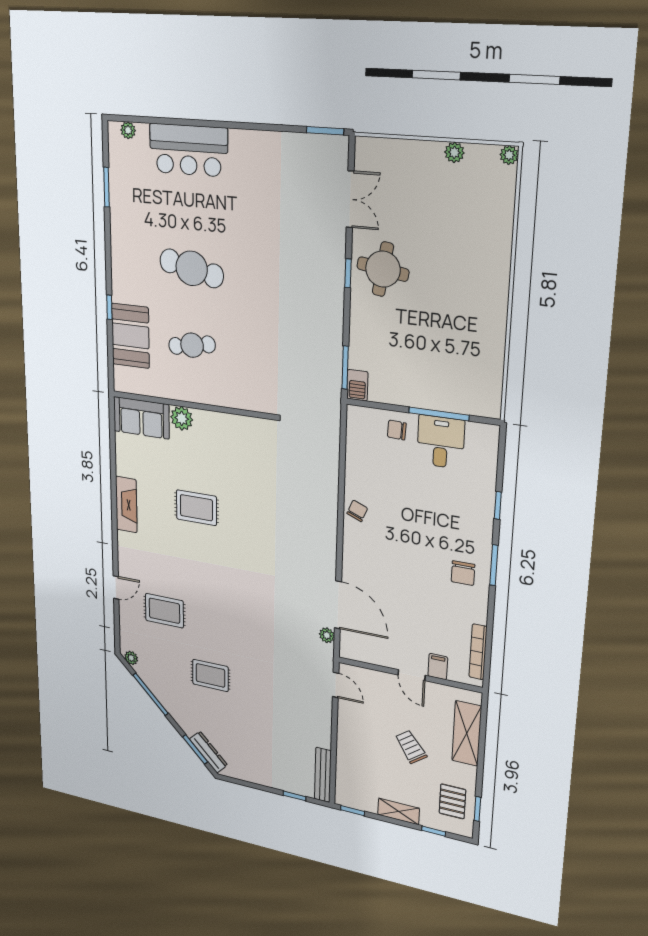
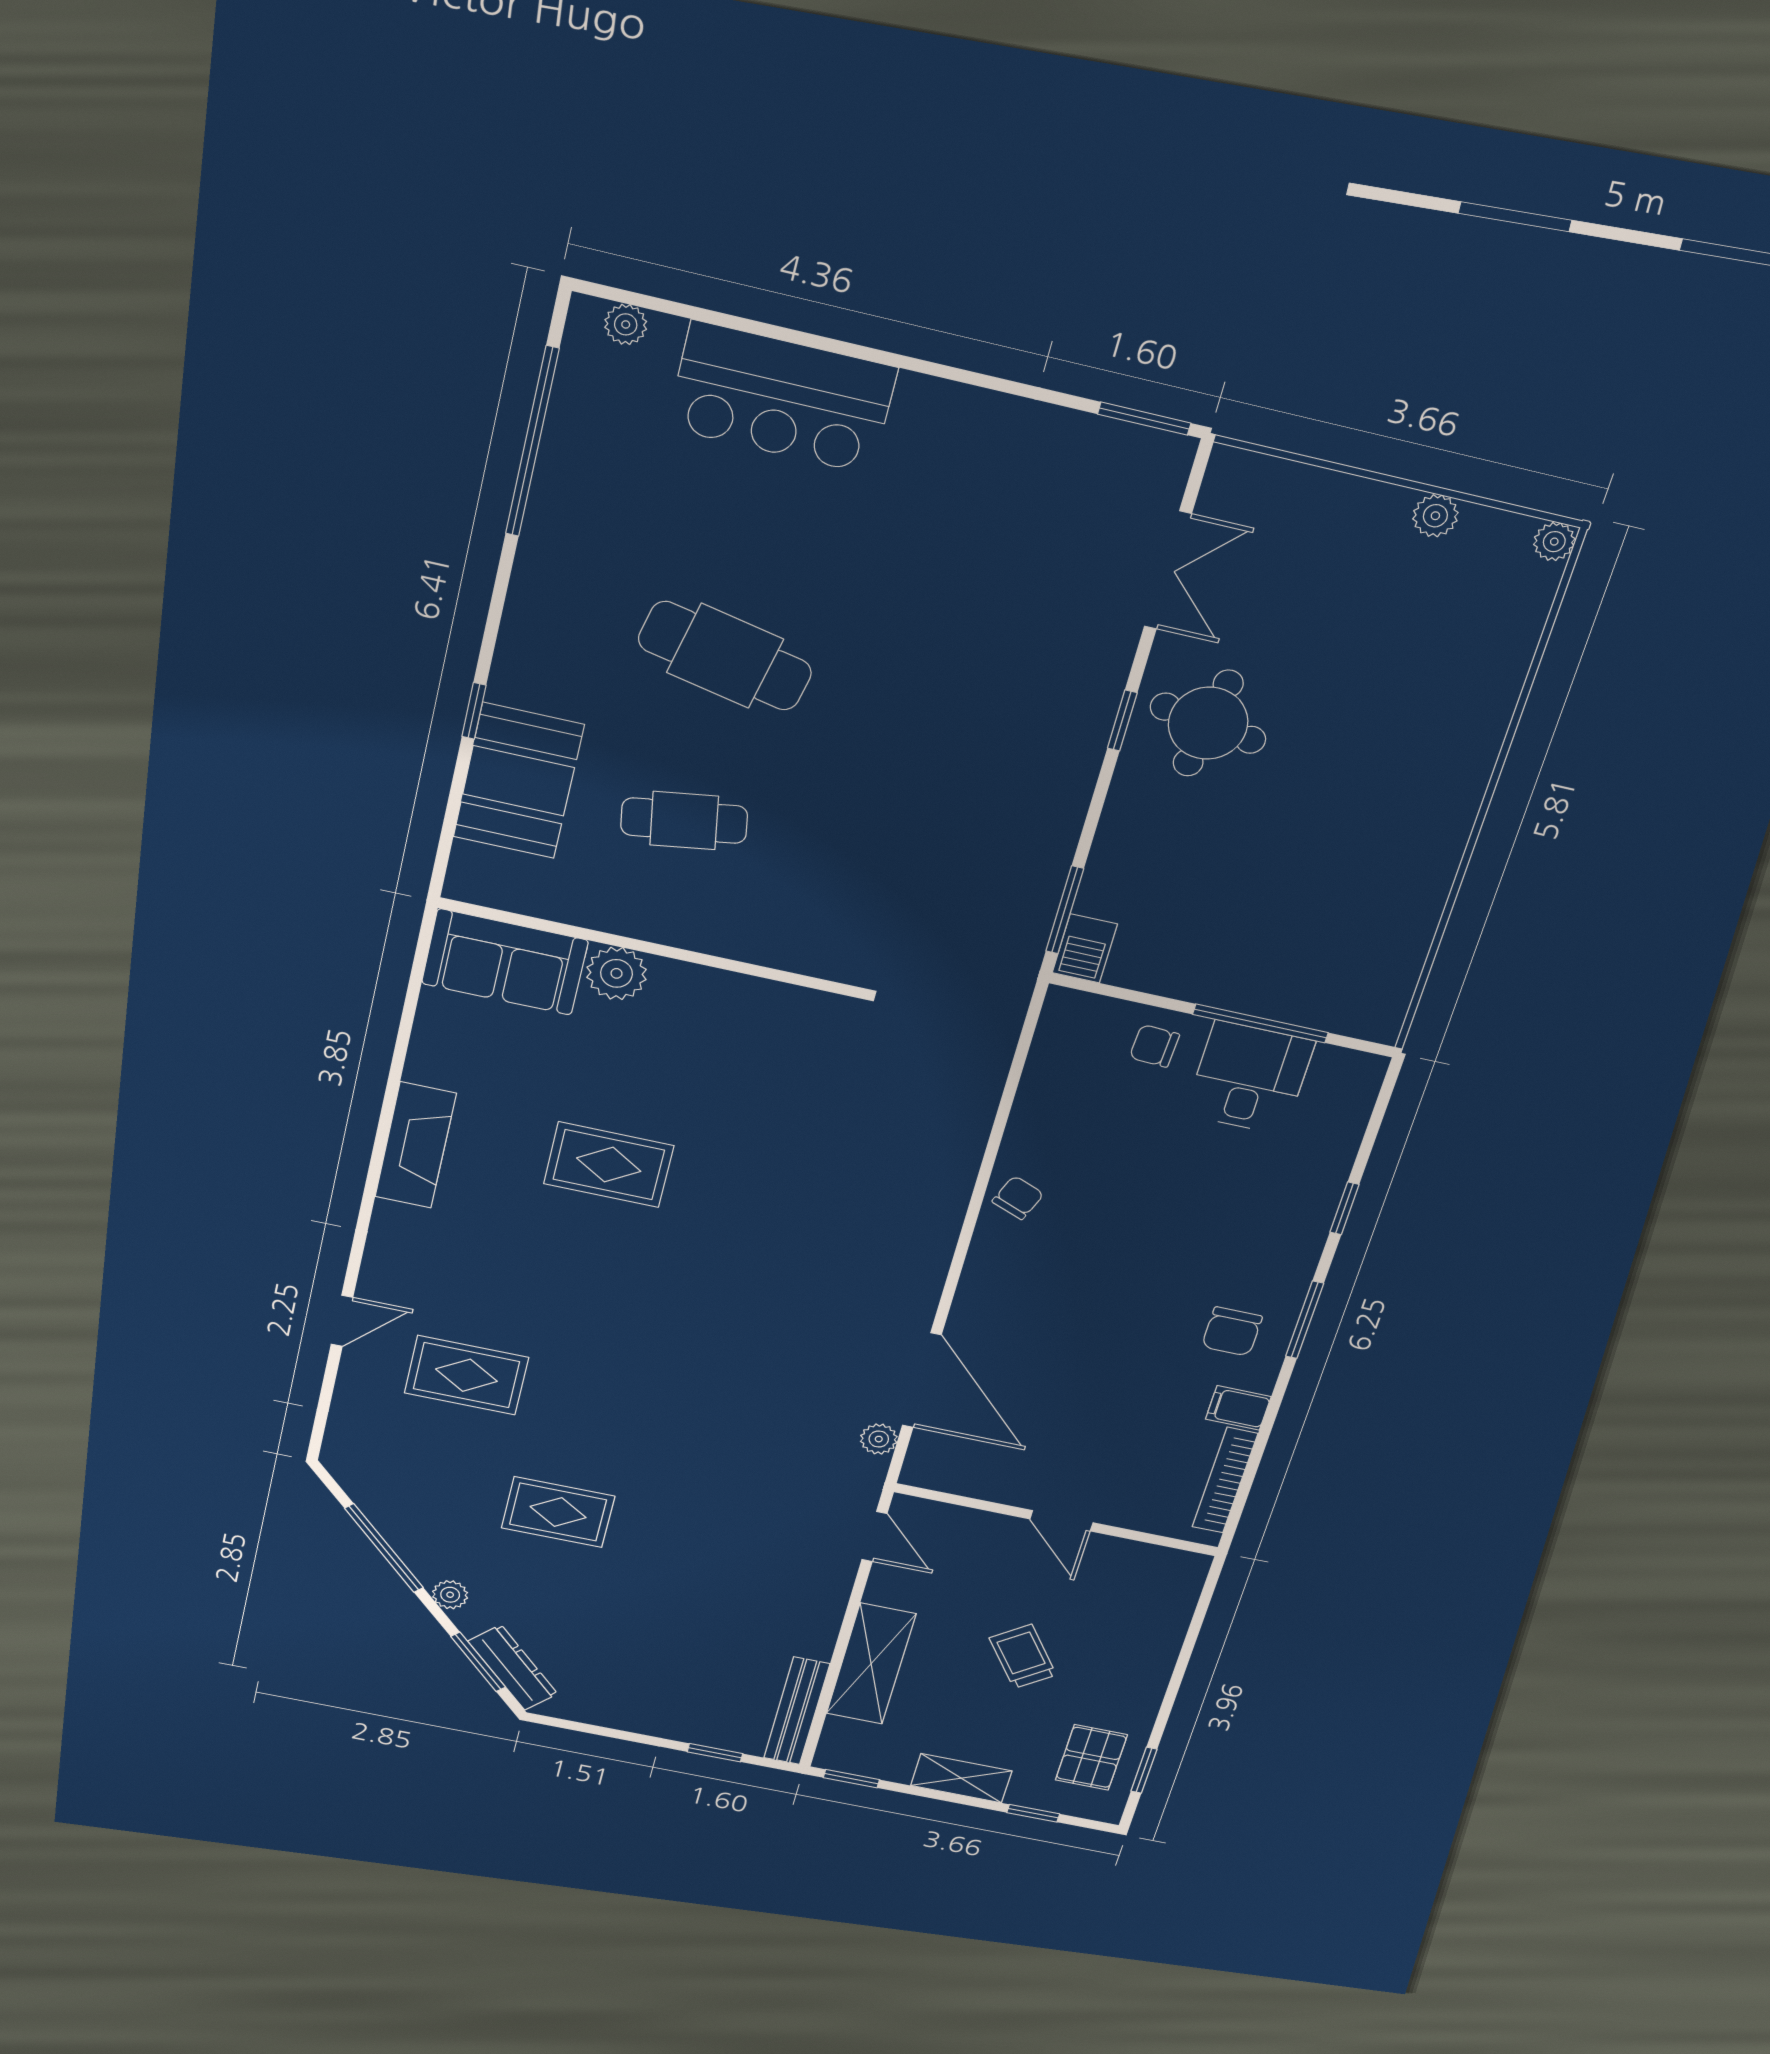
window: (107, 187) -> (532, 442), width x2.11
plant: (131, 658) -> (450, 1595), moved
filing cabinet: (438, 667) -> (1238, 1408), moved, turned -90
shelving: (467, 733) -> (871, 1664), moved

